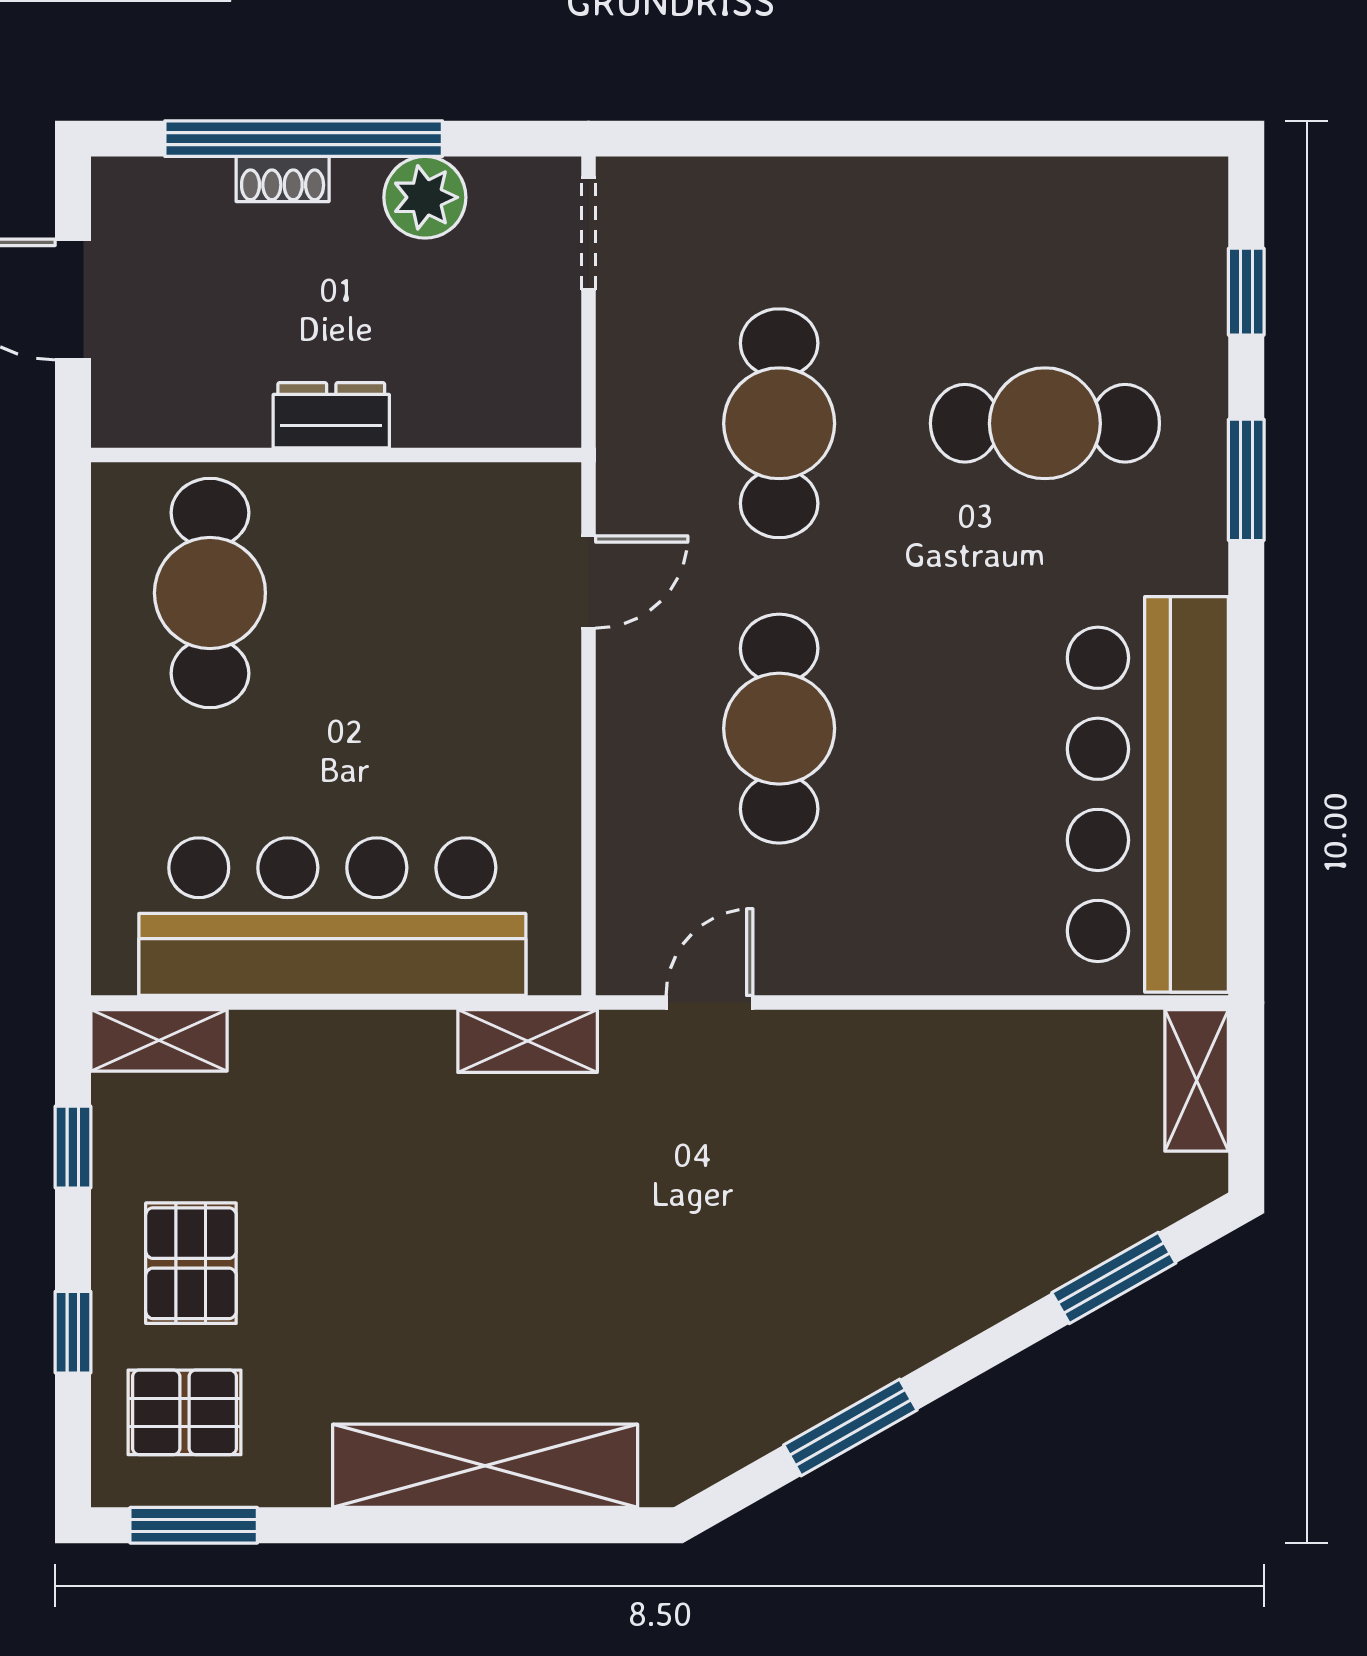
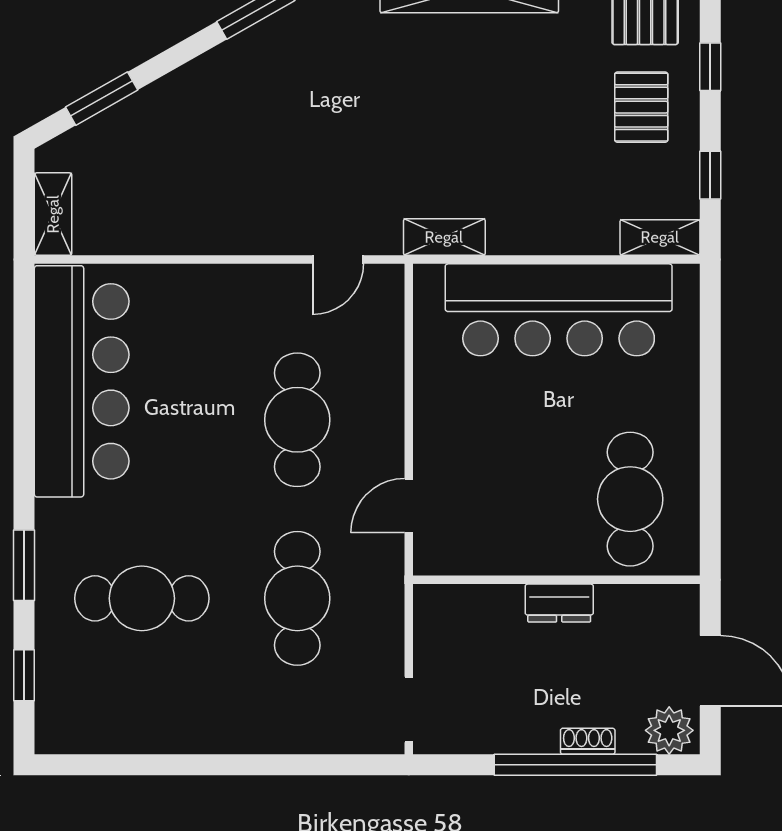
plant: (425, 197) -> (669, 730), moved

